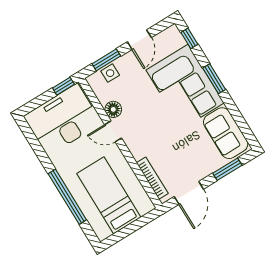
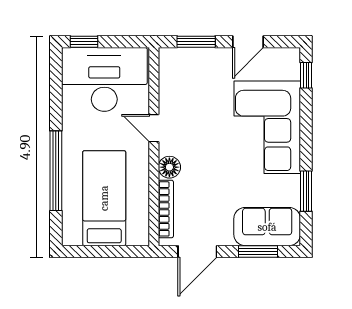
side table: (110, 73) -> (191, 59), removed
window: (214, 79) -> (306, 191), moved
window: (63, 86) -> (84, 42), moved
floor lamp: (113, 109) -> (169, 167), moved
sofa: (226, 133) -> (267, 227), moved, turned 90

